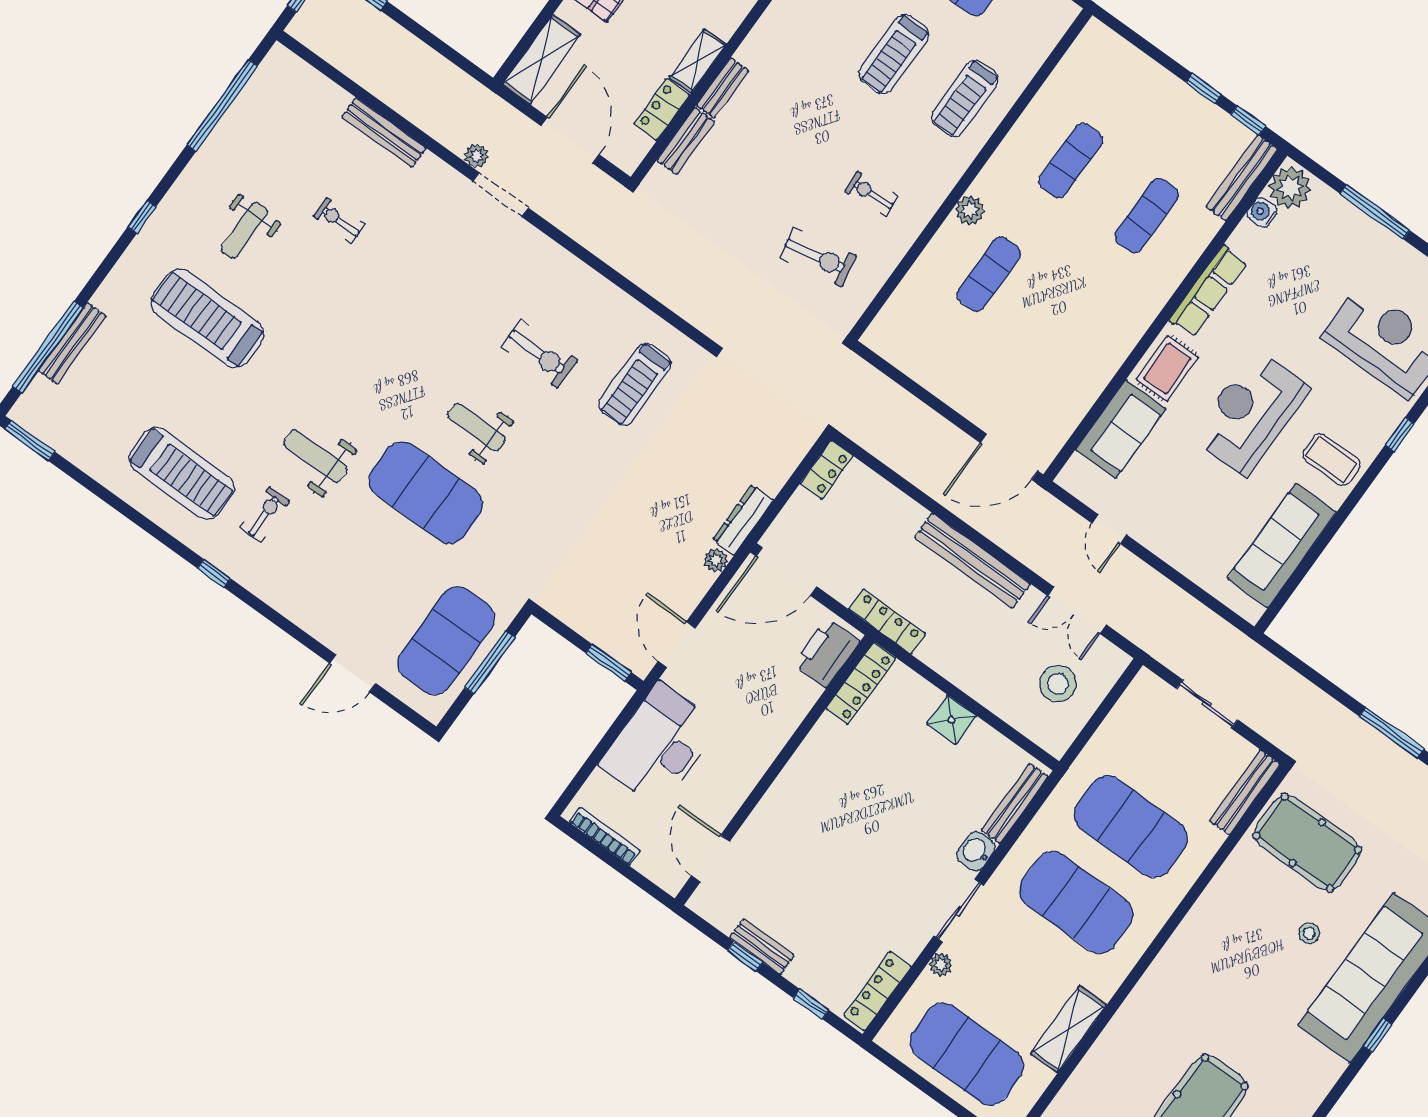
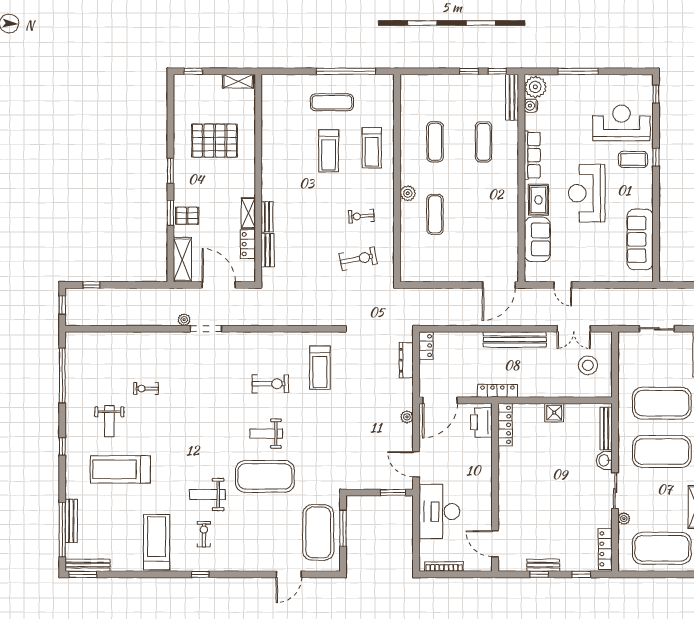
bench: (384, 133) -> (88, 565), moved
coffee table: (1331, 459) -> (633, 159), moved
treadmill: (182, 473) -> (157, 542), turned -90
dresser: (743, 520) -> (406, 360), moved

